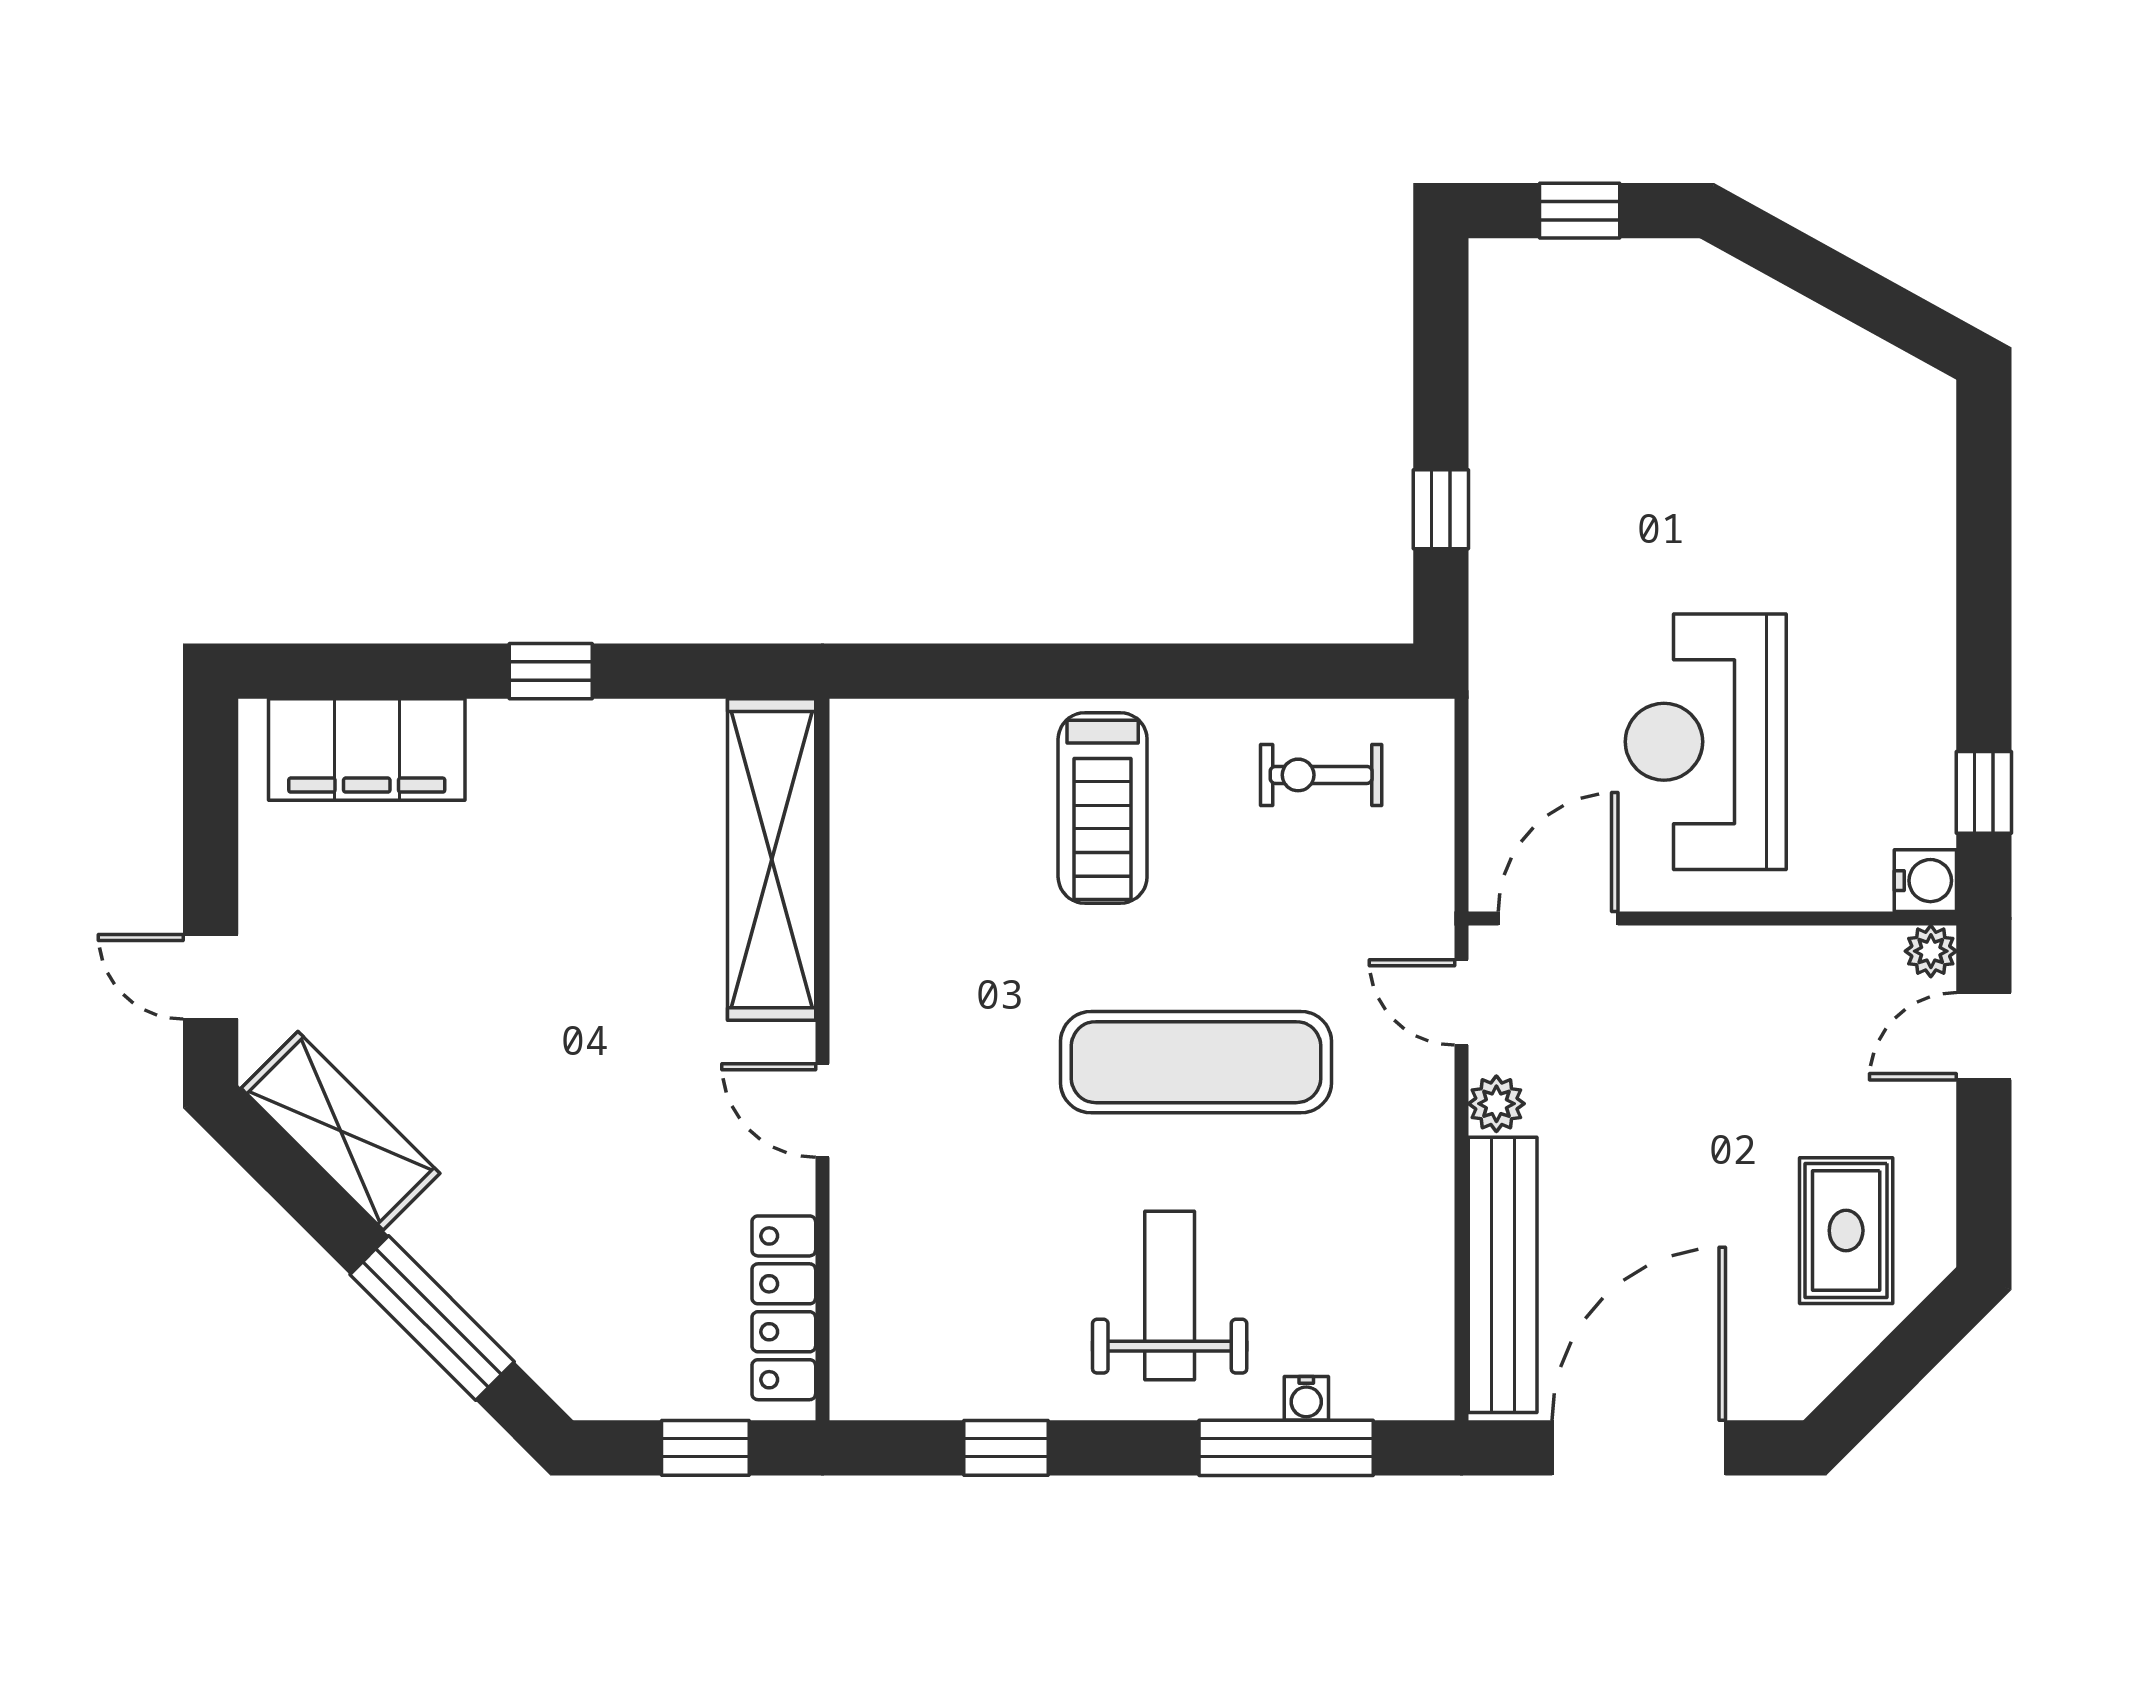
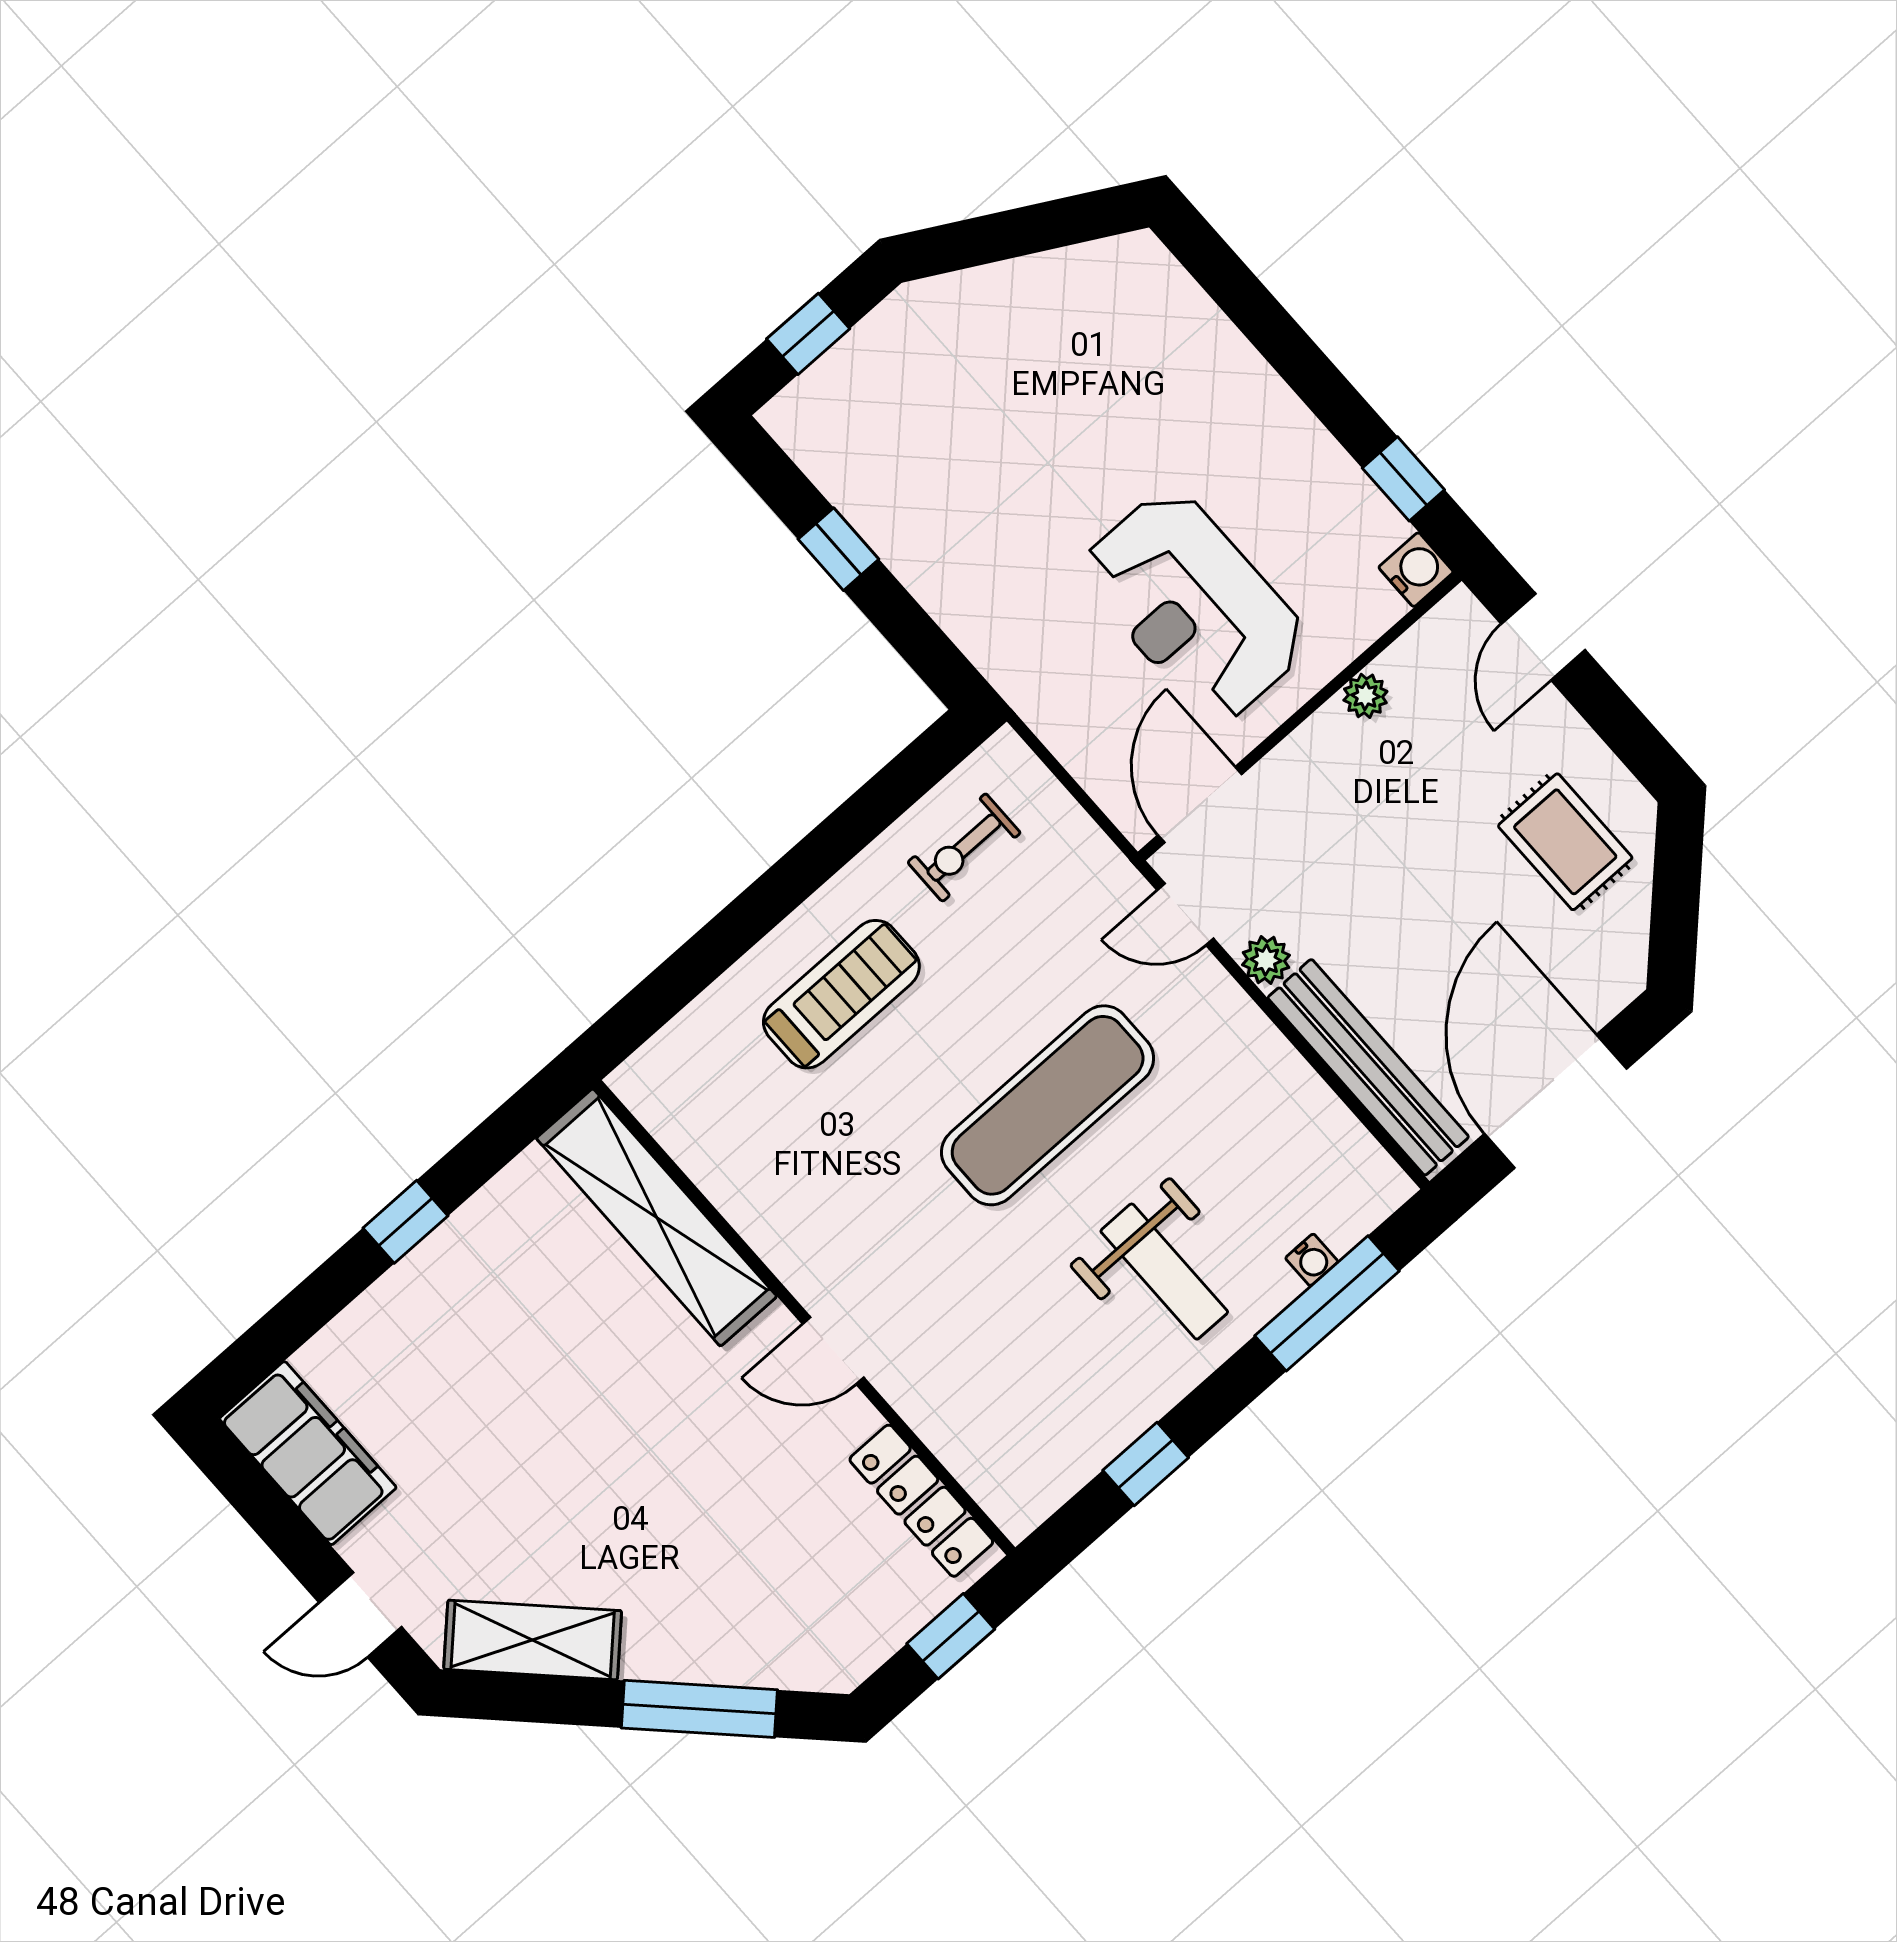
window: (1441, 509) -> (838, 549), moved
filing cabinet: (367, 749) -> (308, 1453), moved, turned -90
treadmill: (1103, 808) -> (841, 994), turned -90
plant: (1931, 951) -> (1365, 696), moved
weight bench: (1170, 1296) -> (1164, 1272), turned 180

